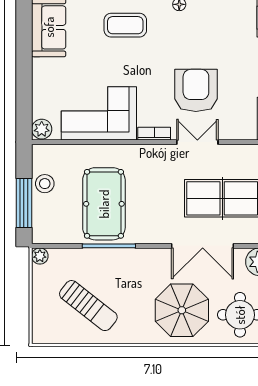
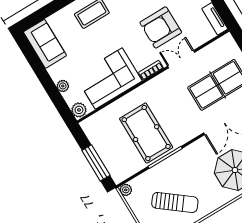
plant: (40, 90) -> (63, 86), added
armchair: (196, 90) -> (161, 27), turned -90
stool: (45, 184) -> (102, 143), removed

